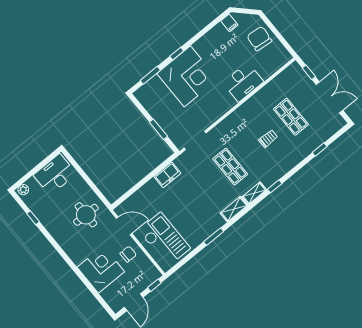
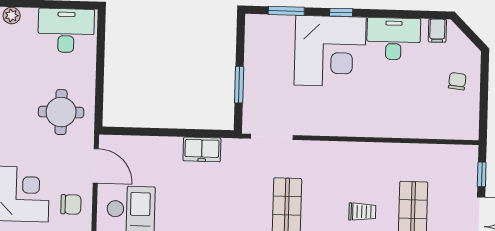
chair: (259, 39) -> (457, 81), width x0.54, depth x0.54
desk: (243, 82) -> (394, 39), moved, turned 180

